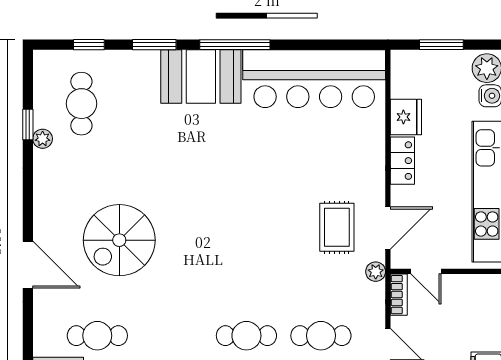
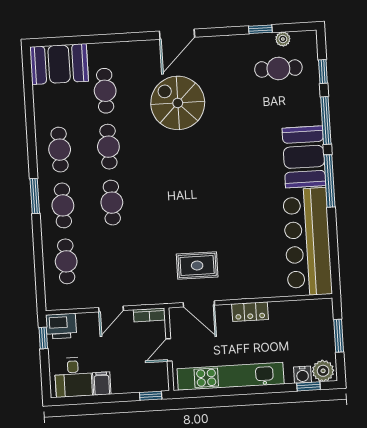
window: (154, 45) -> (326, 120), width x1.44
fridge: (406, 117) -> (283, 312), removed
plant: (43, 139) -> (283, 39), moved
door: (28, 265) -> (177, 34), moved
door: (426, 271) -> (169, 350), moved
plant: (376, 272) -> (166, 297), removed
cafe table: (321, 336) -> (108, 147), moved

